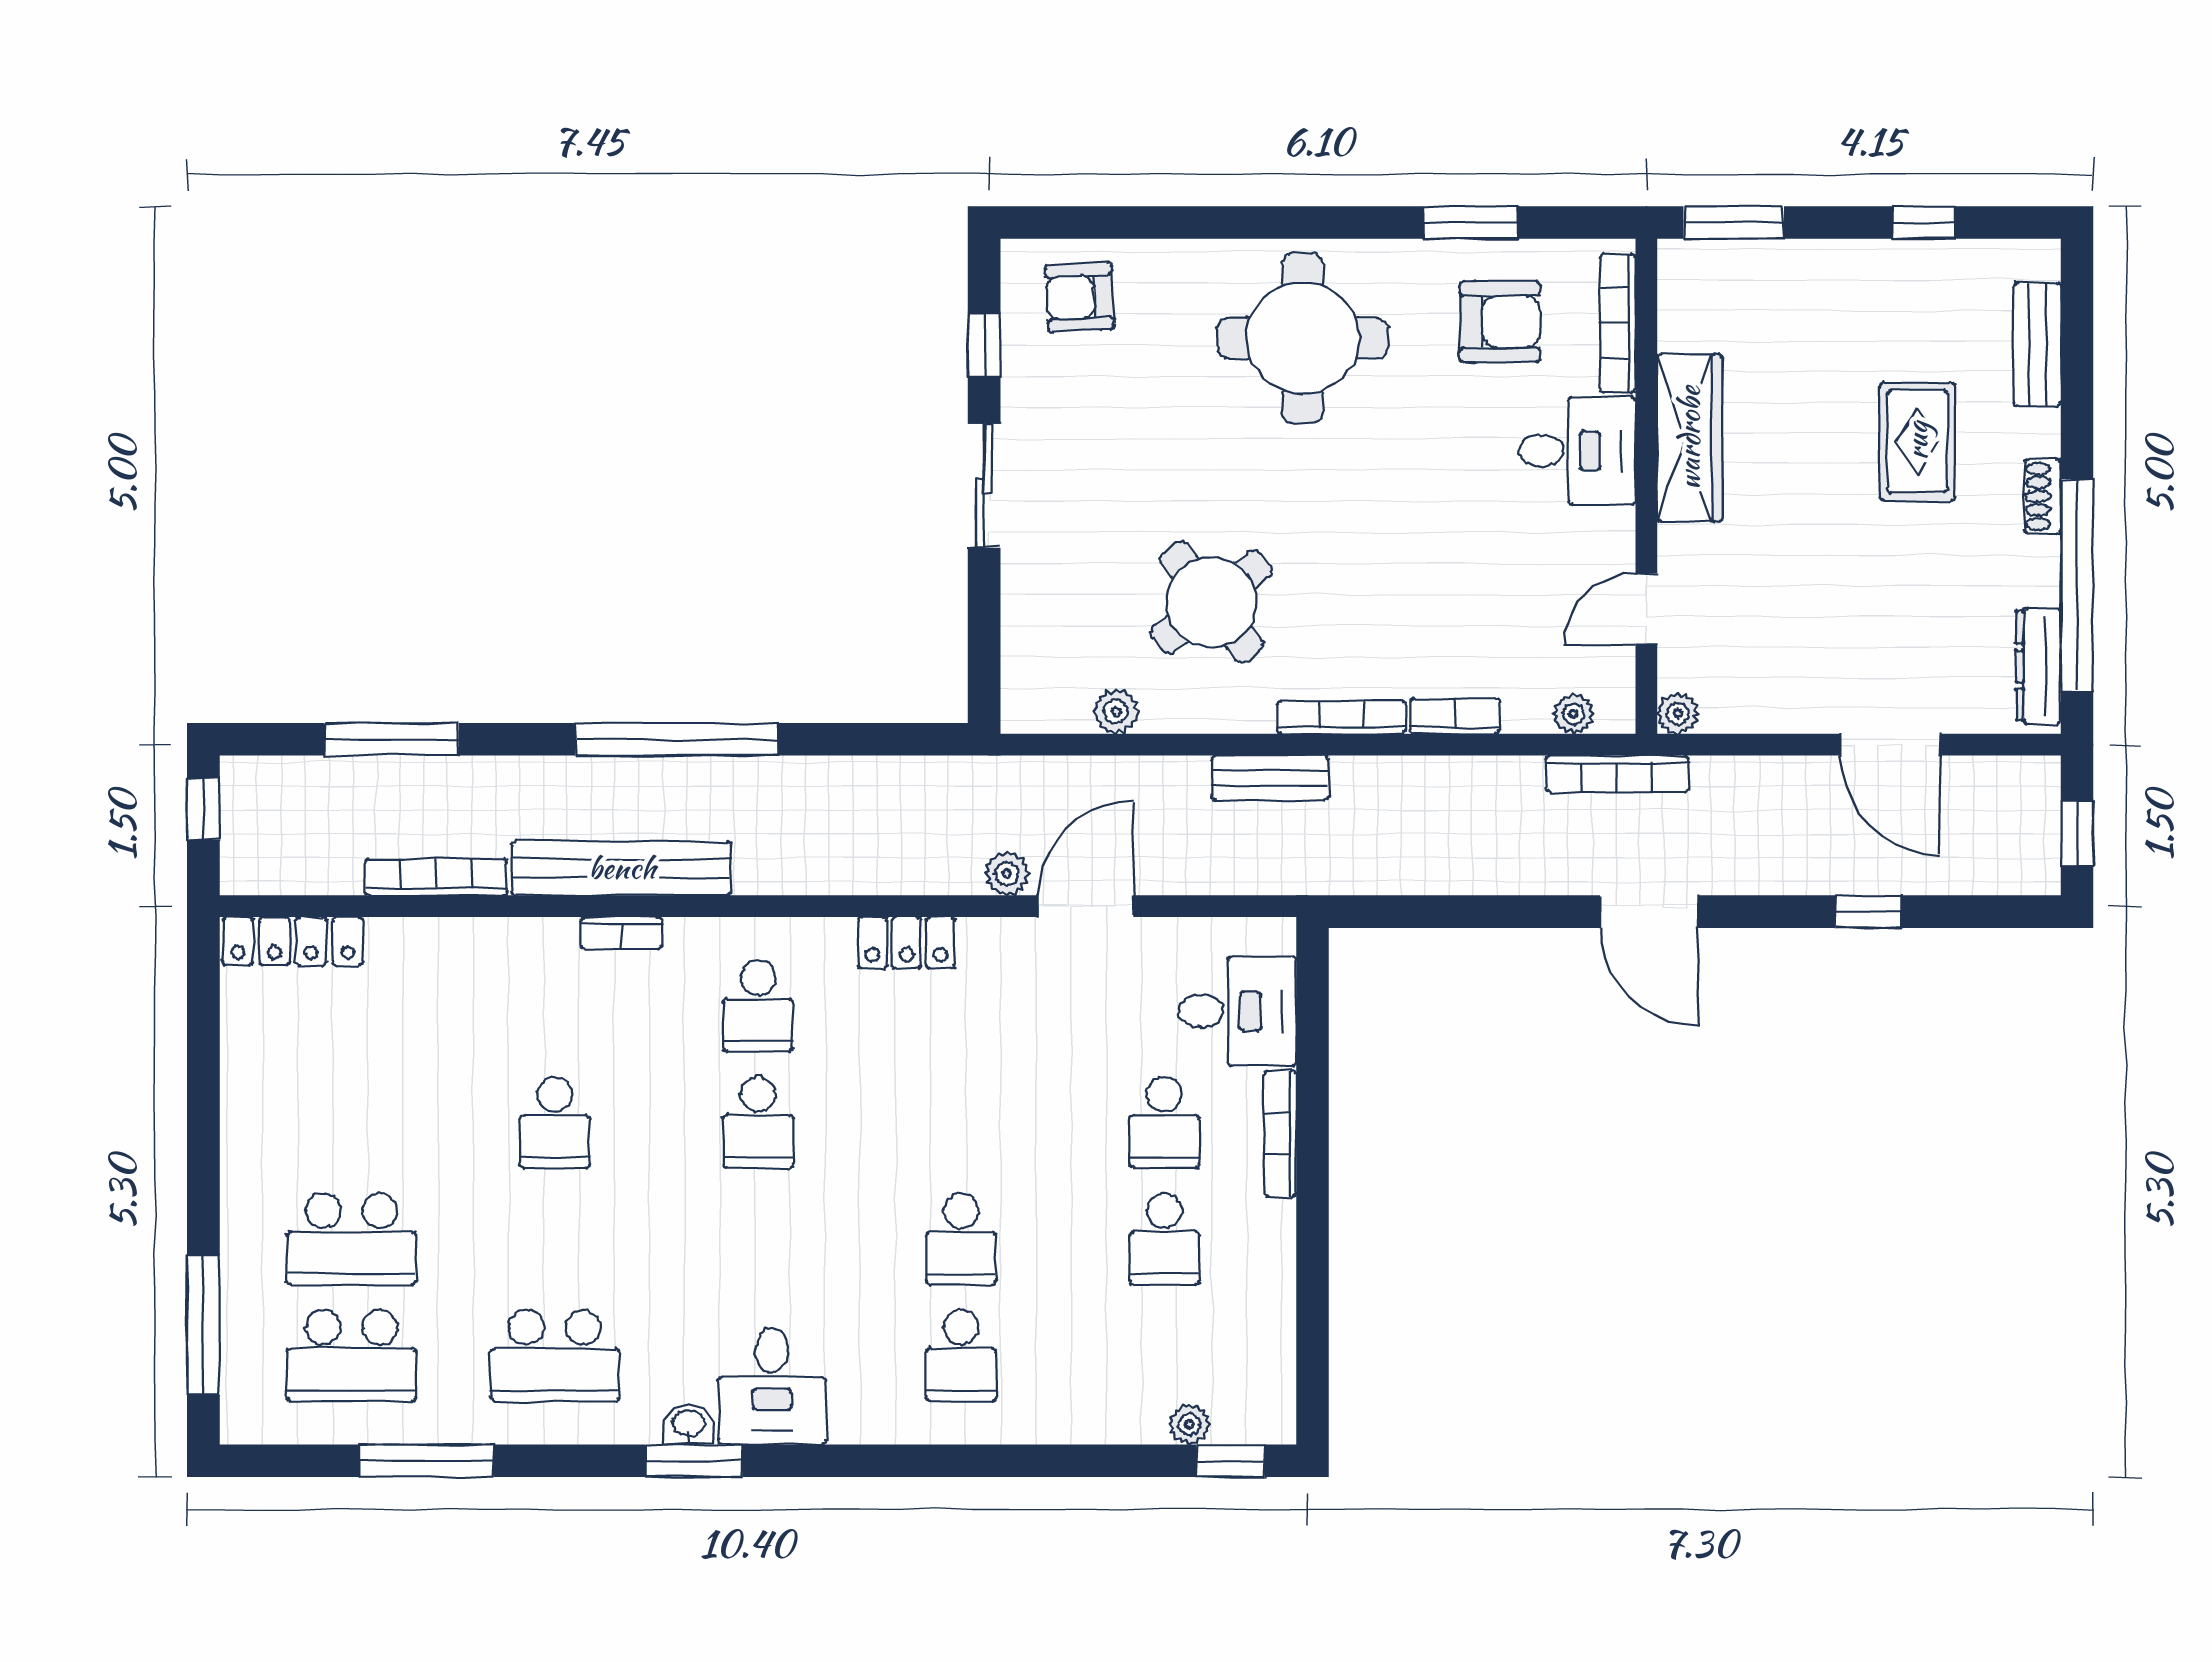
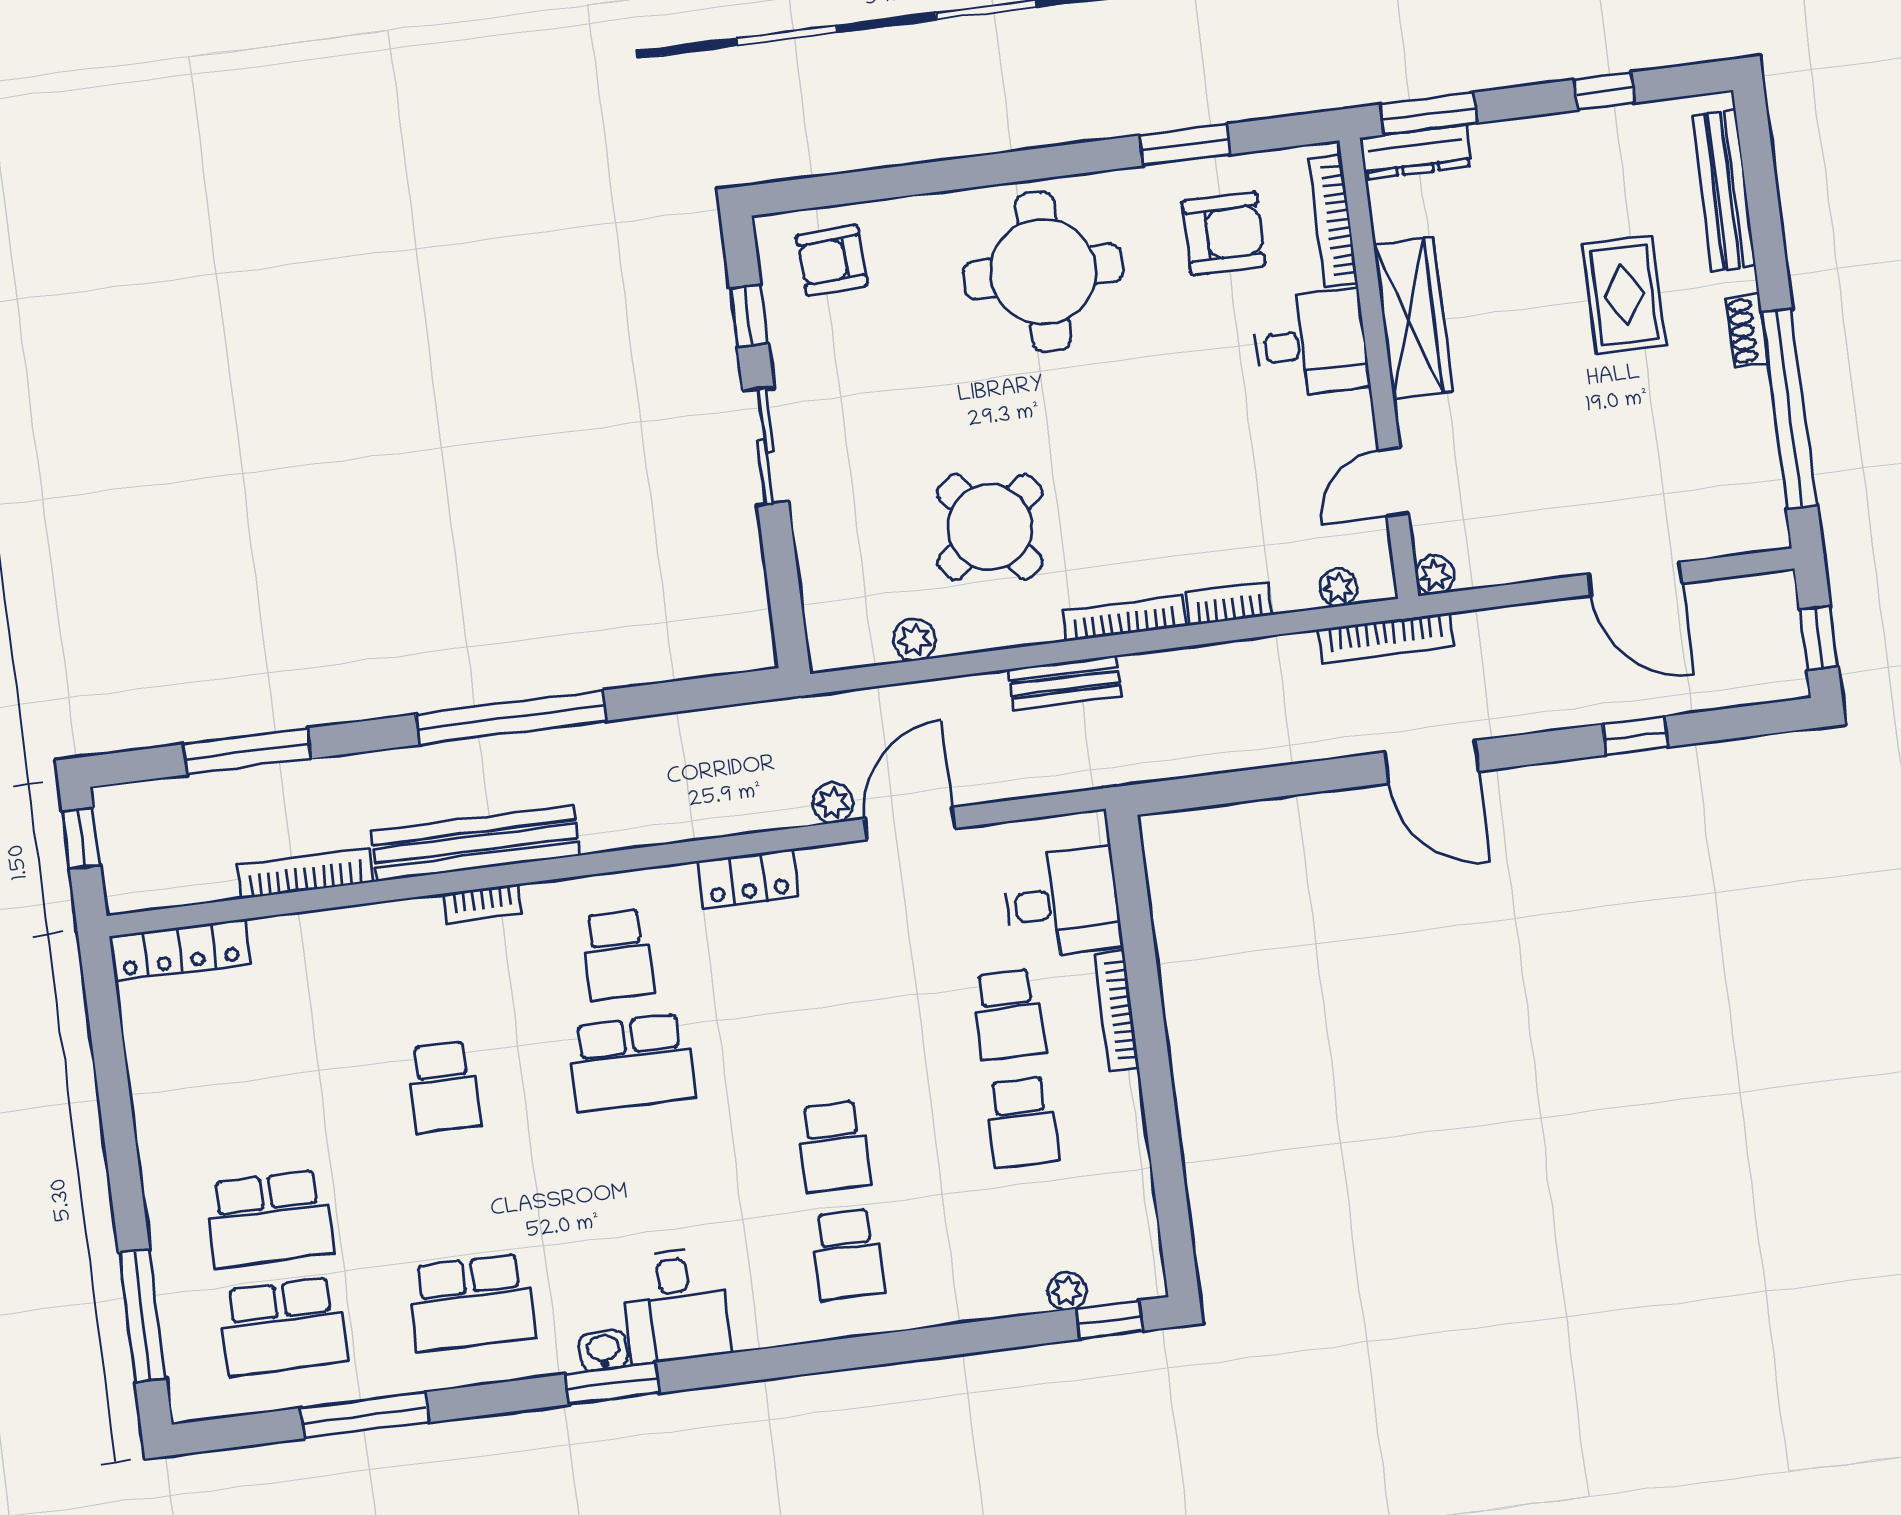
bench: (2037, 344) -> (1724, 190), width x1.36
dresser: (2038, 666) -> (1416, 152), moved, turned -90
school desk: (758, 1123) -> (632, 1063), width x1.85

